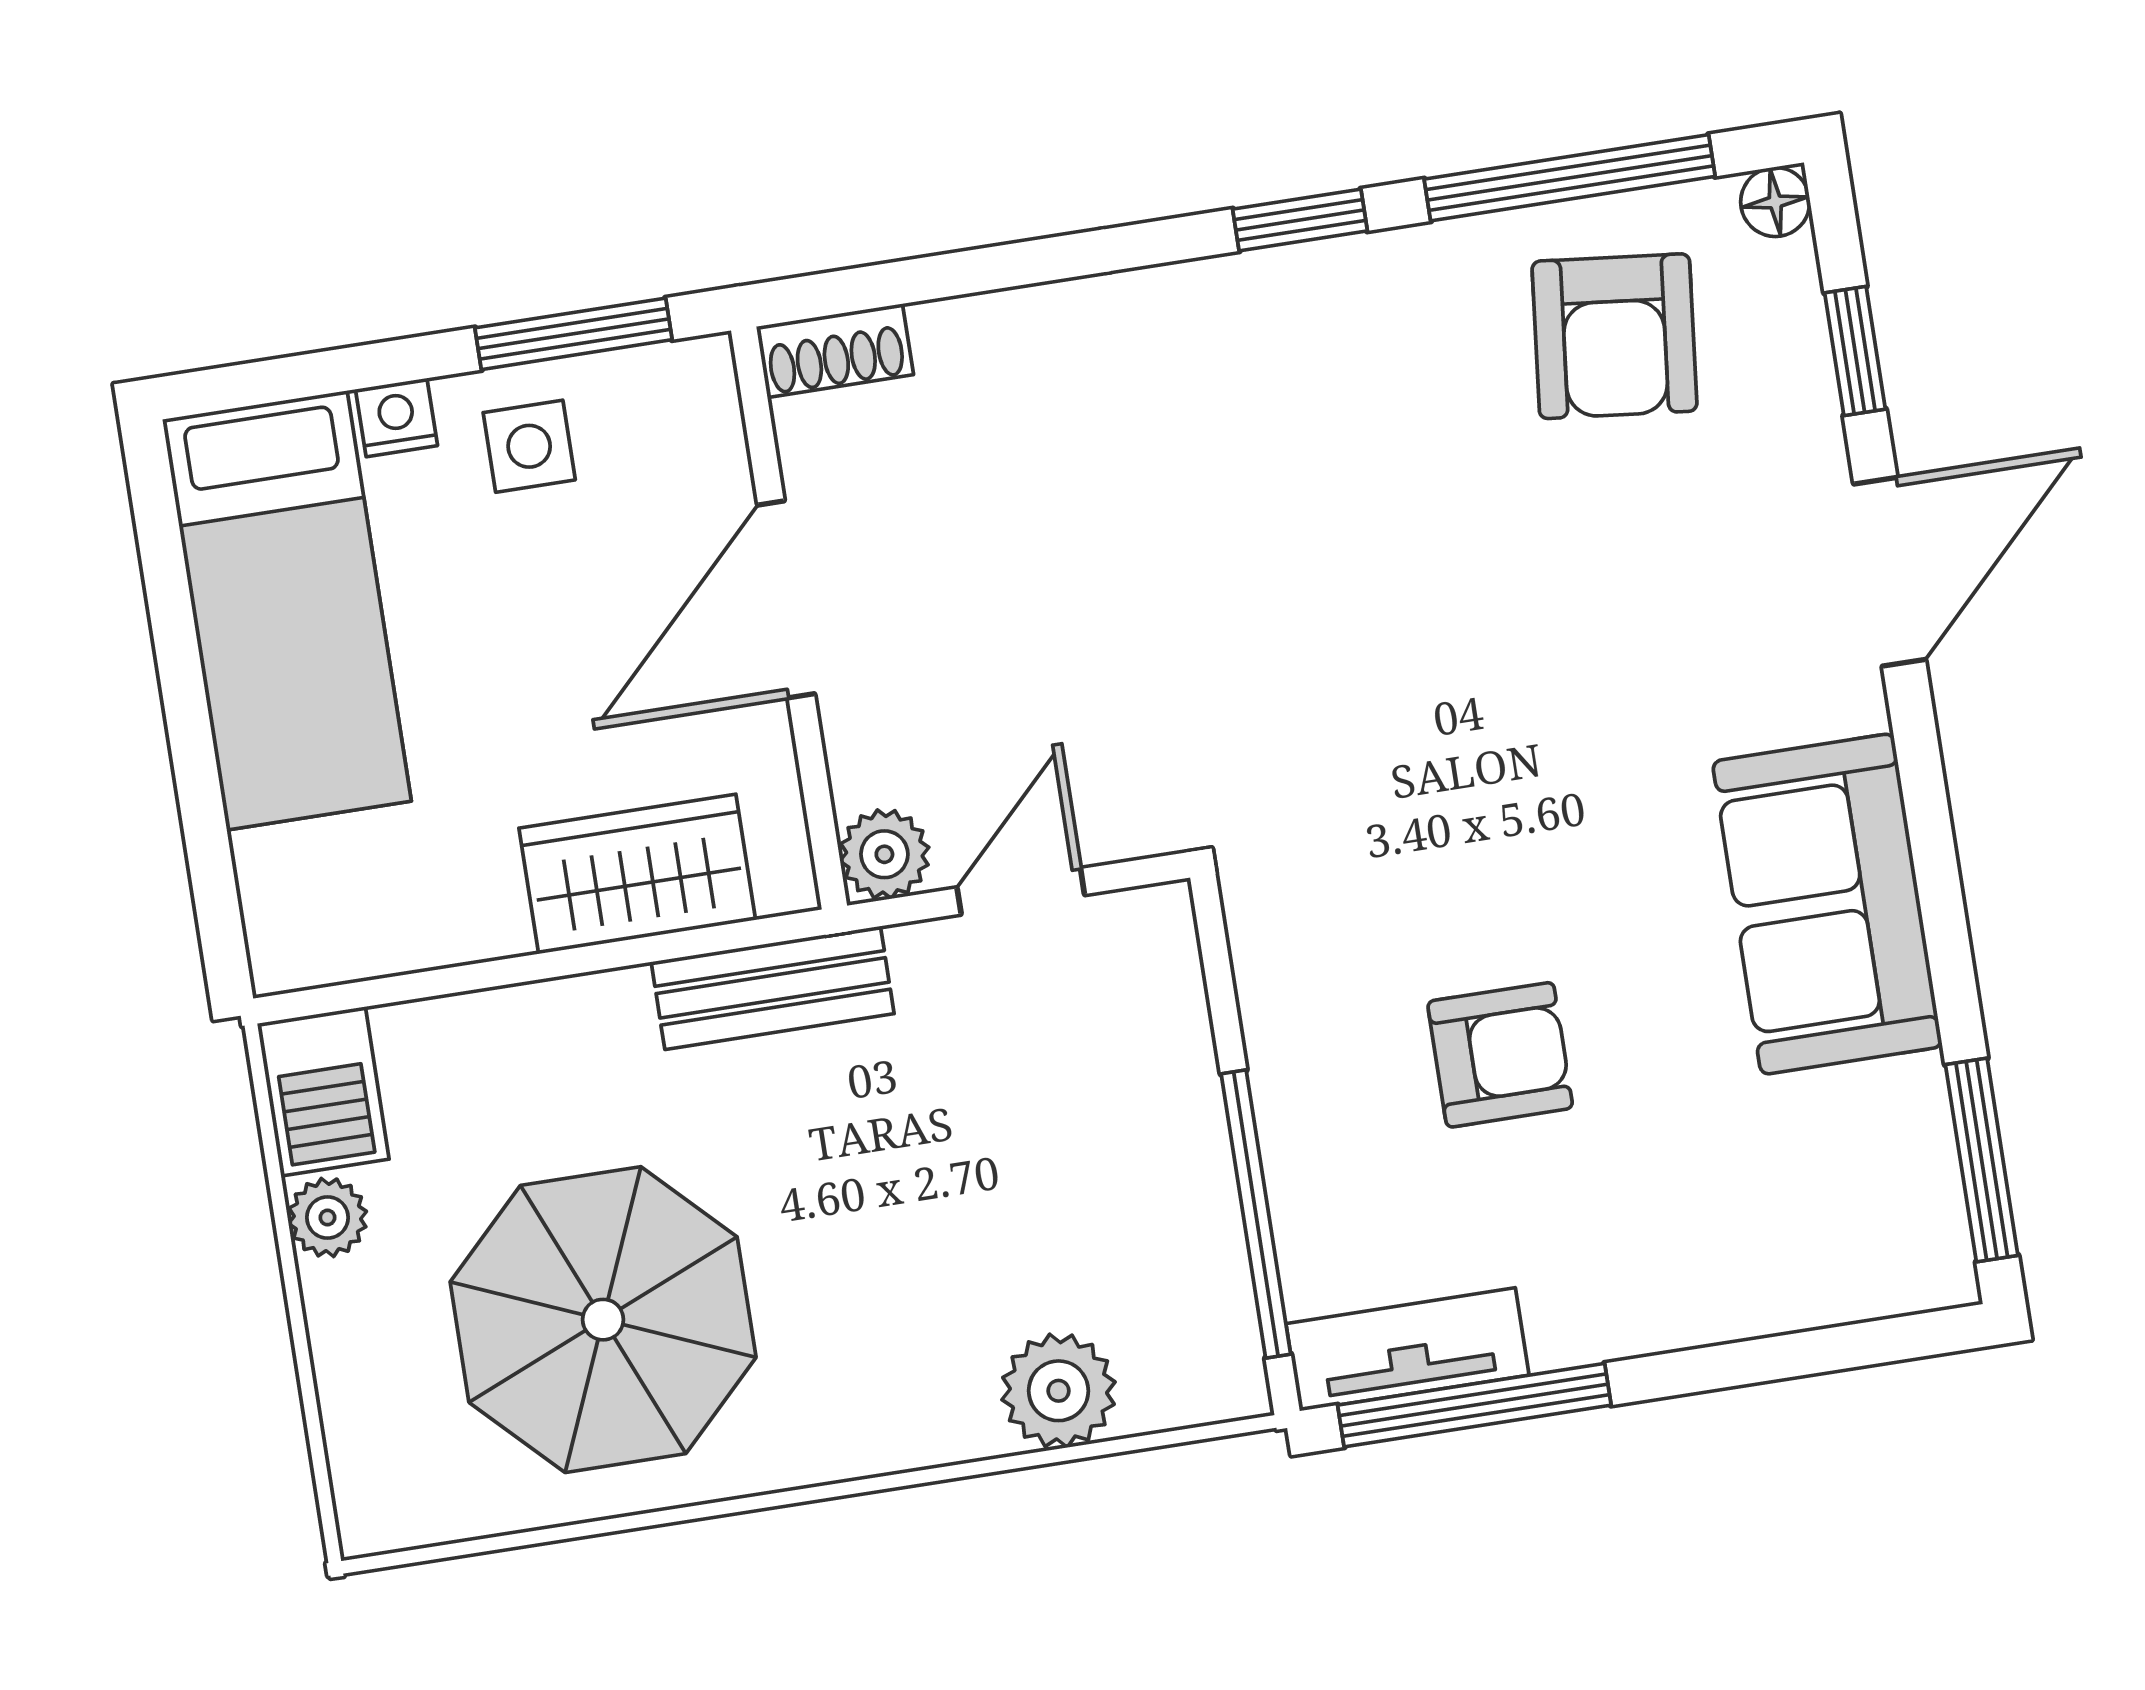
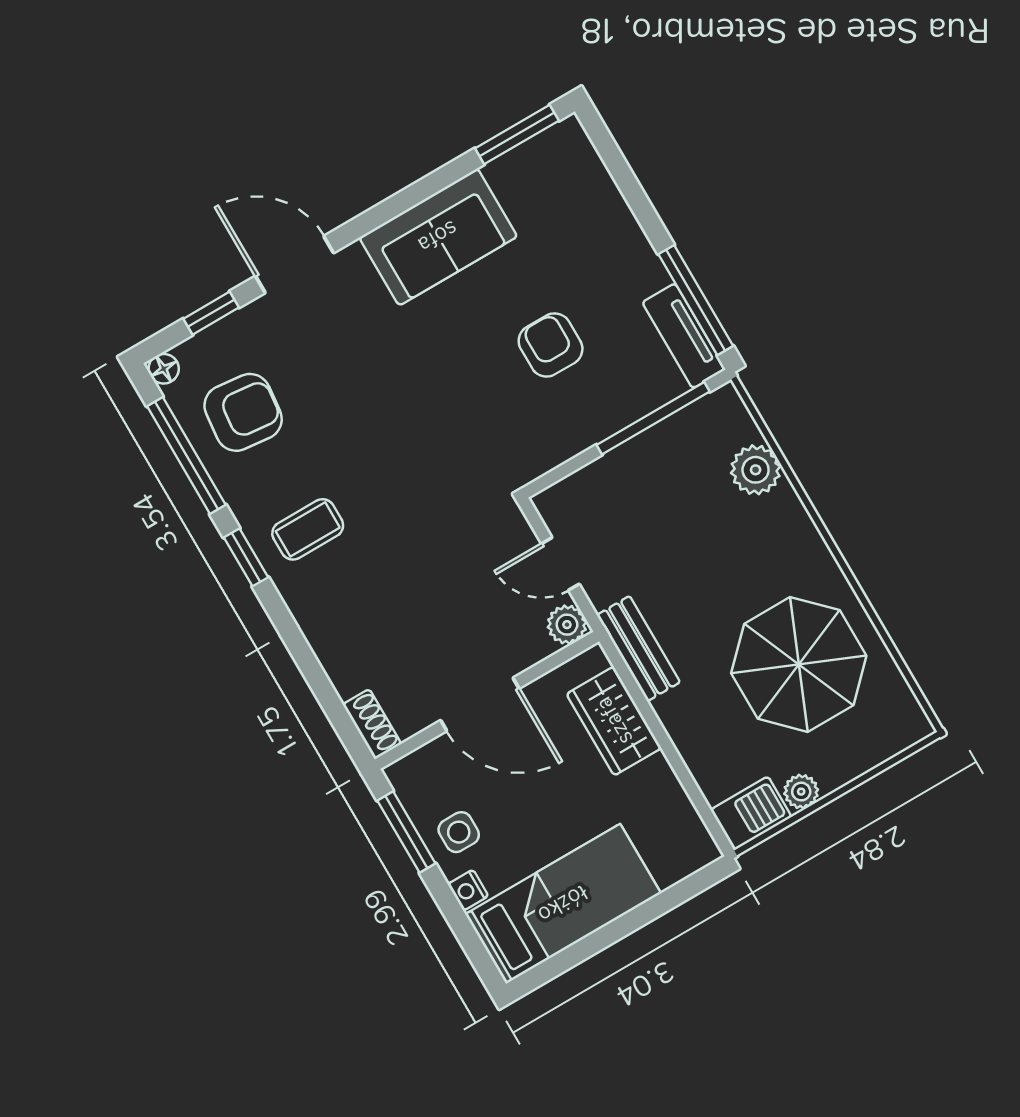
coffee table: (1308, 377) -> (308, 529), added

